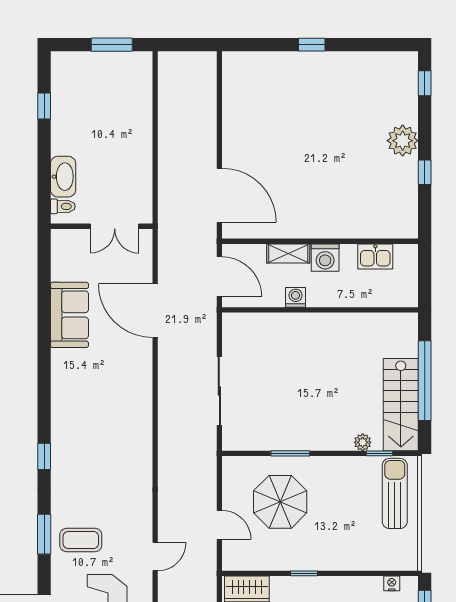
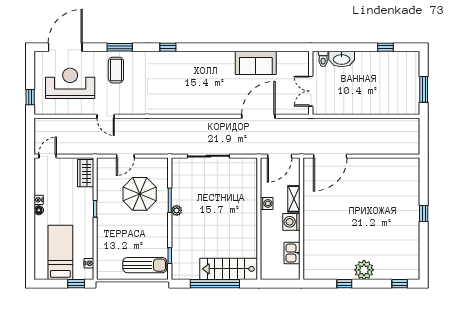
stairs: (401, 405) -> (229, 269), moved
plant: (363, 442) -> (177, 210), moved

